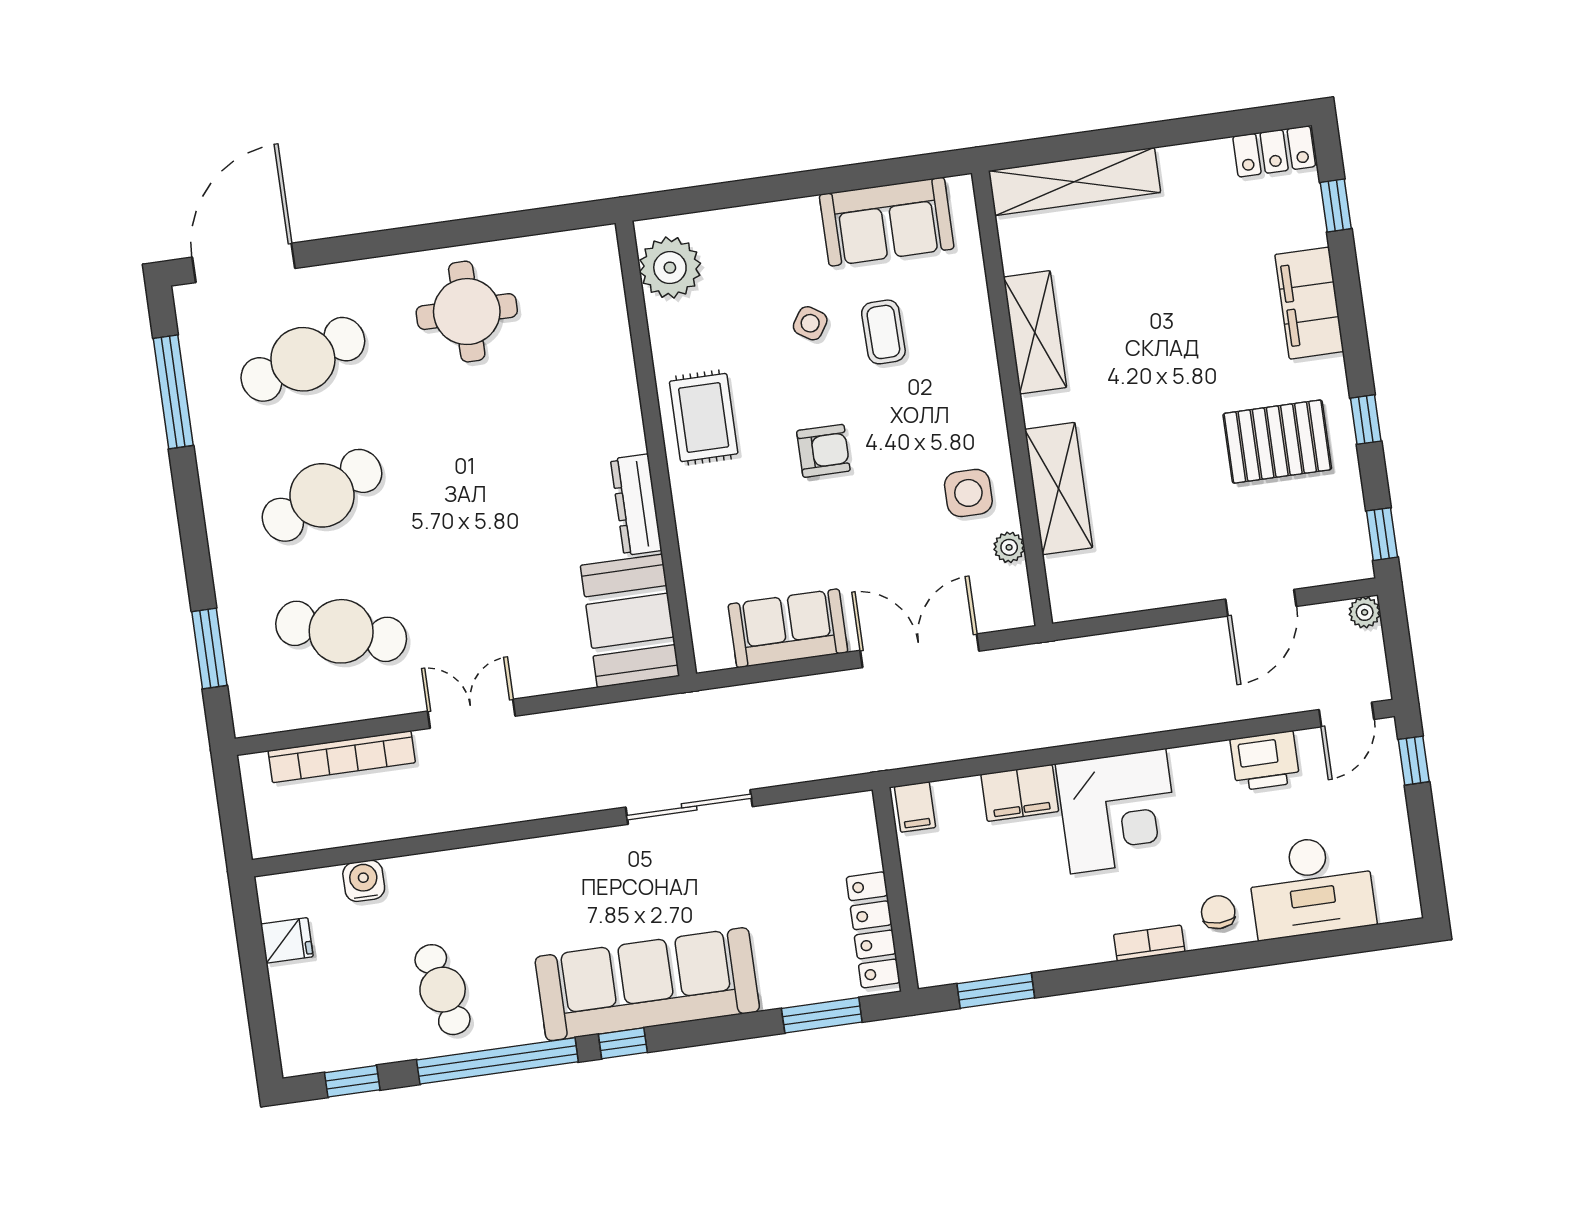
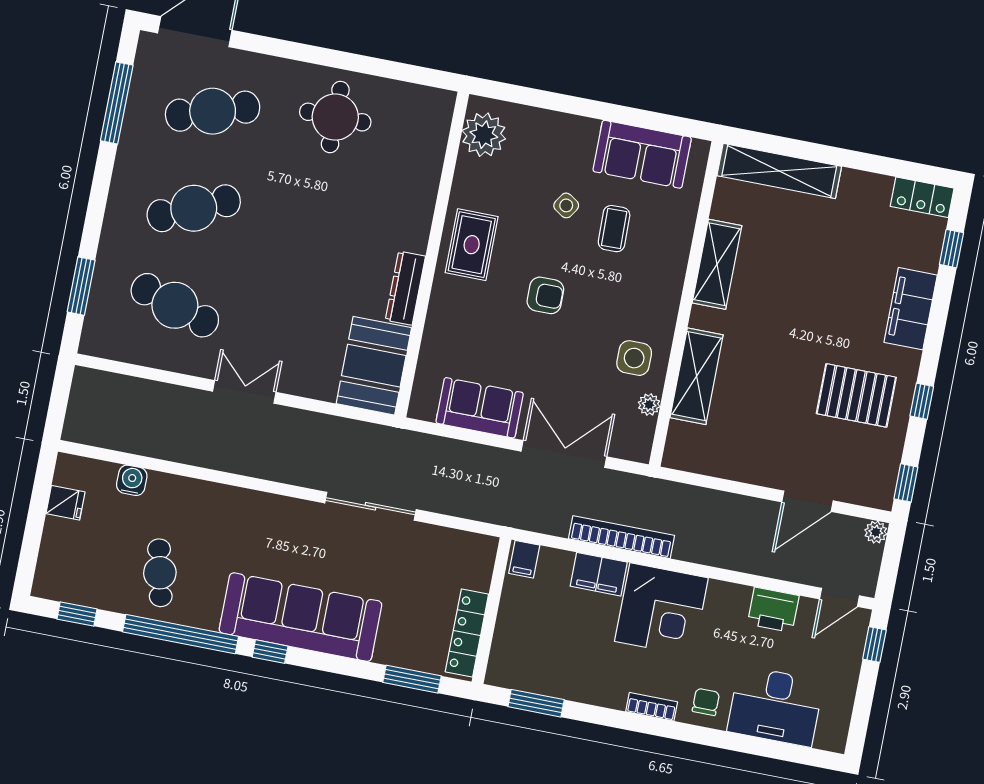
bookcase: (342, 757) -> (622, 537), moved, turned 180

